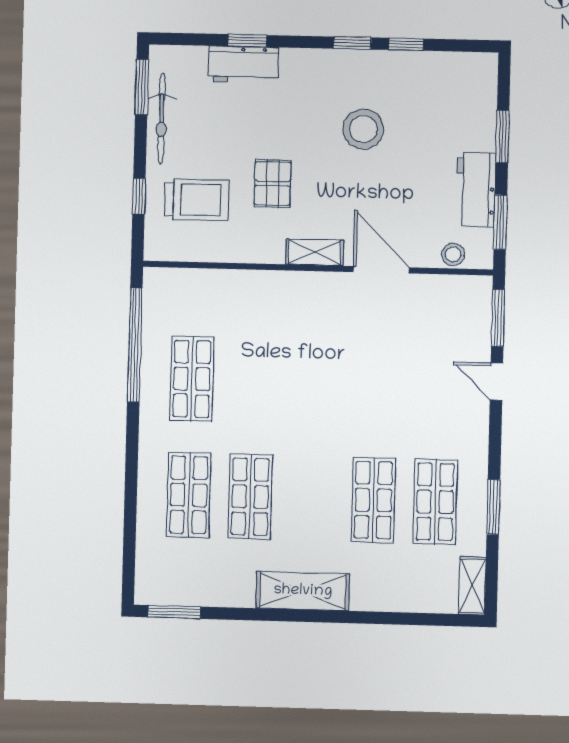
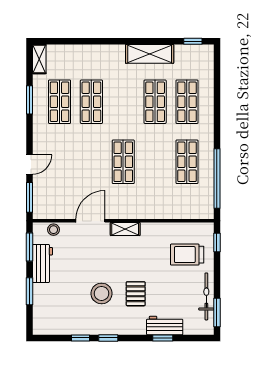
pallet: (273, 183) -> (136, 294), moved
window: (139, 196) -> (217, 243), moved
door: (381, 270) -> (90, 221), swing flipped
shop shelf: (315, 382) -> (123, 162), added
door: (496, 382) -> (30, 165), hinge flipped
shelving: (303, 591) -> (150, 54), moved
window: (174, 612) -> (193, 41), width x0.67

